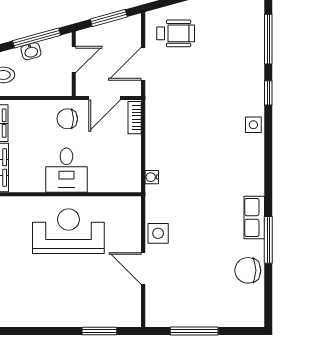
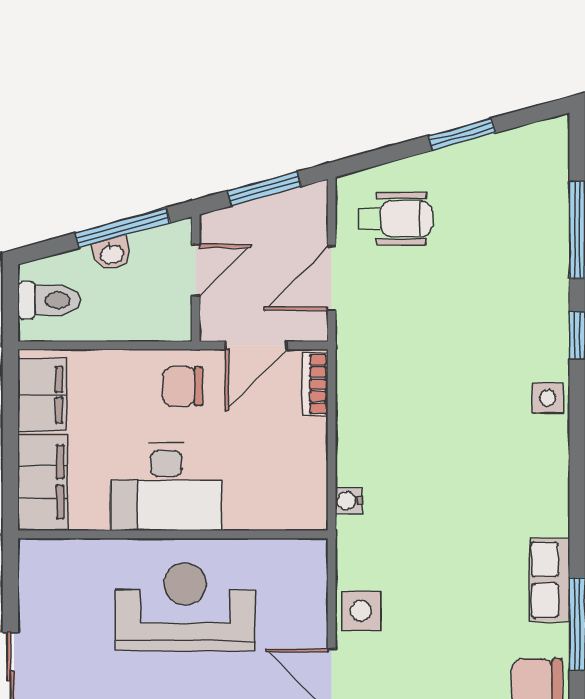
desk: (66, 170) -> (166, 487), width x1.37

